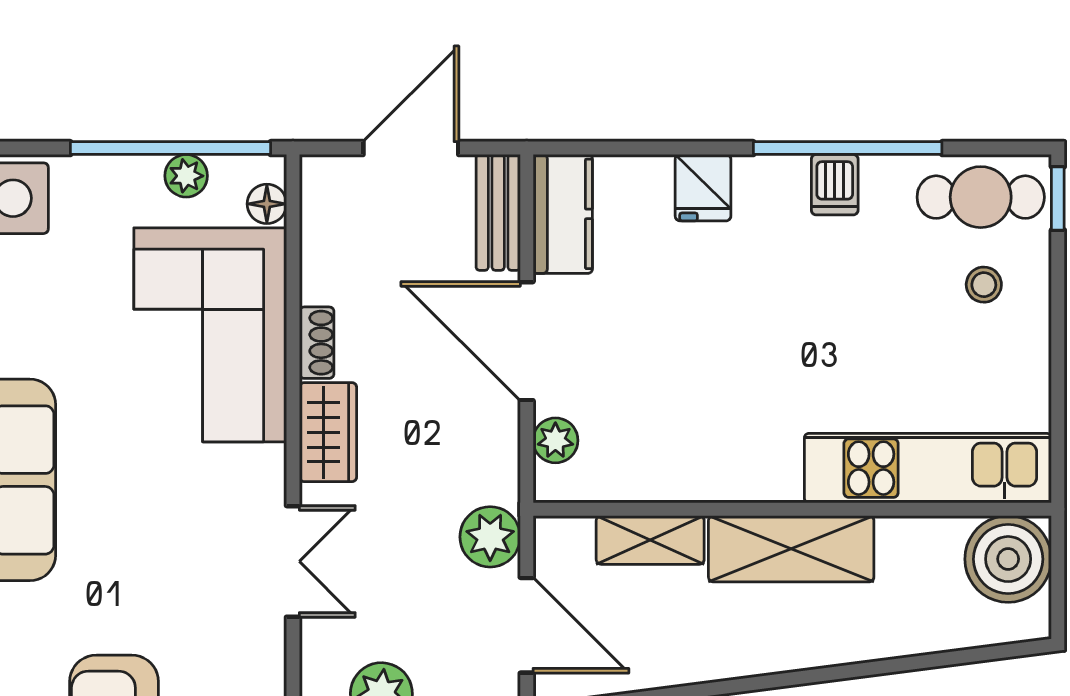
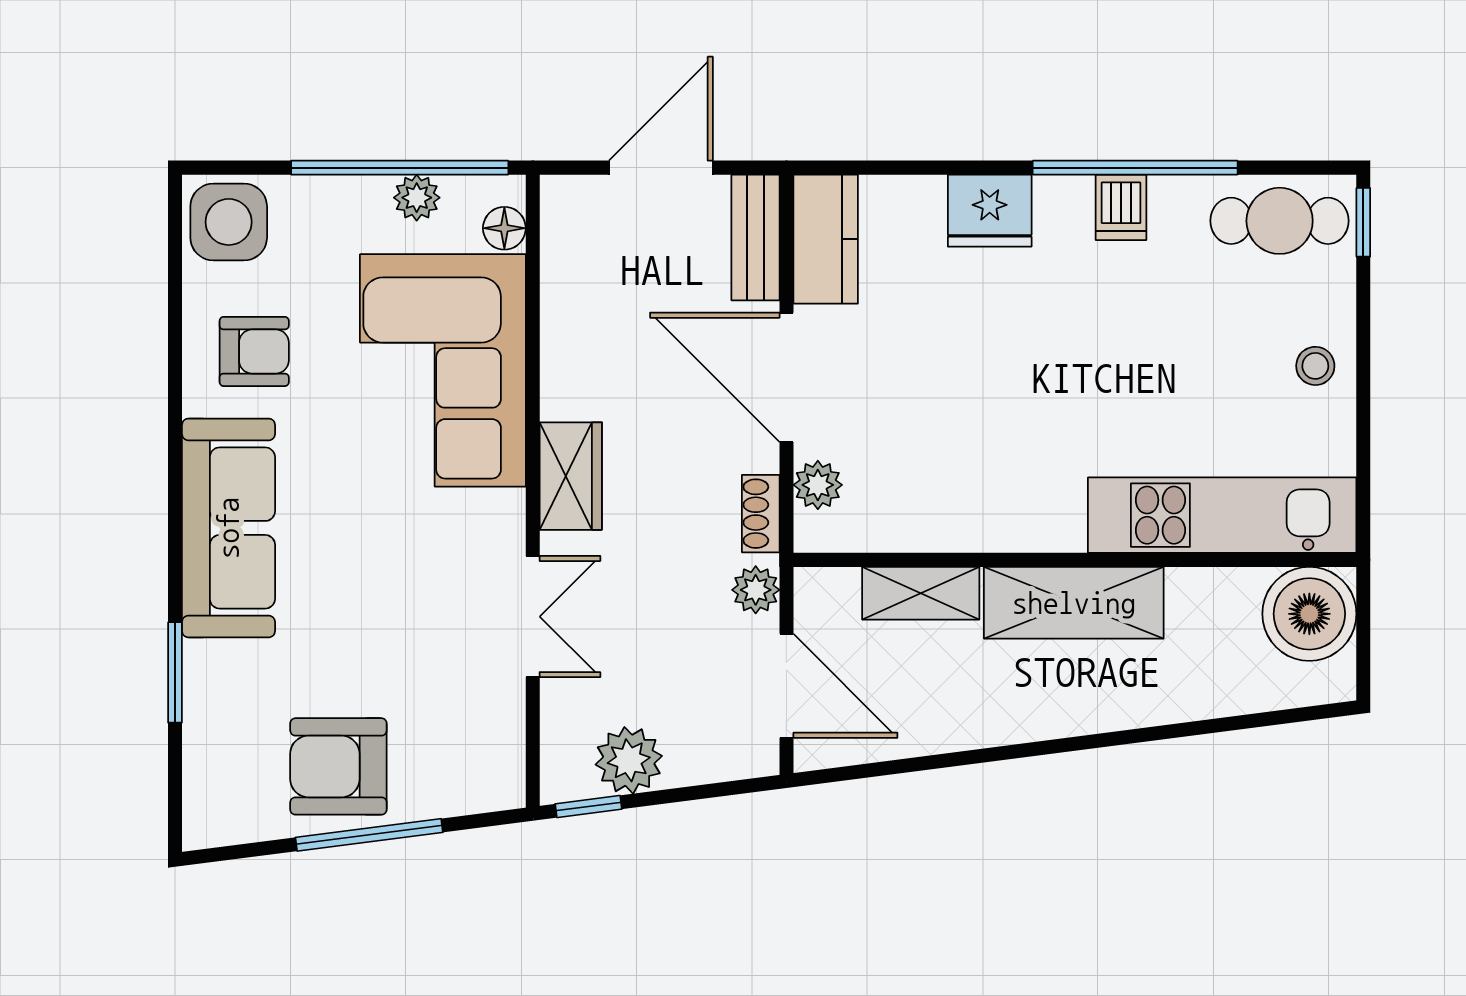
fridge: (703, 188) -> (990, 211), width x1.38
stool: (984, 285) -> (1315, 366), moved
armchair: (36, 317) -> (254, 351), added
shoe rack: (317, 343) -> (761, 514), moved, turned 180
plant: (490, 537) -> (756, 590), width x0.73, depth x0.73

